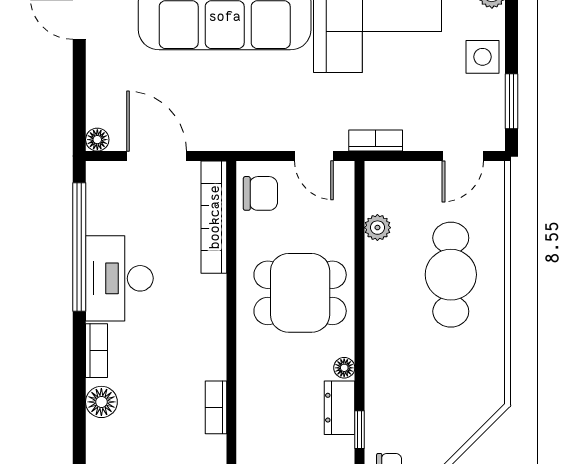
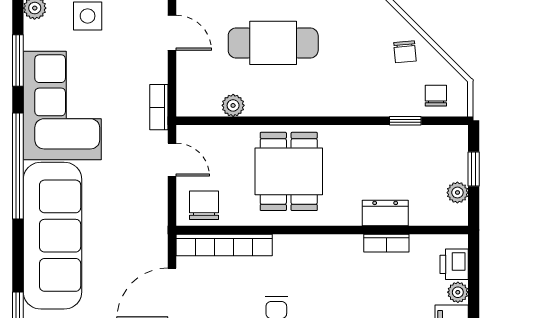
door: (314, 156) -> (172, 160), hinge flipped
floor lamp: (344, 368) -> (353, 134), removed
dresser: (340, 408) -> (385, 213), moved, turned 180
chair: (441, 429) -> (405, 52), added

